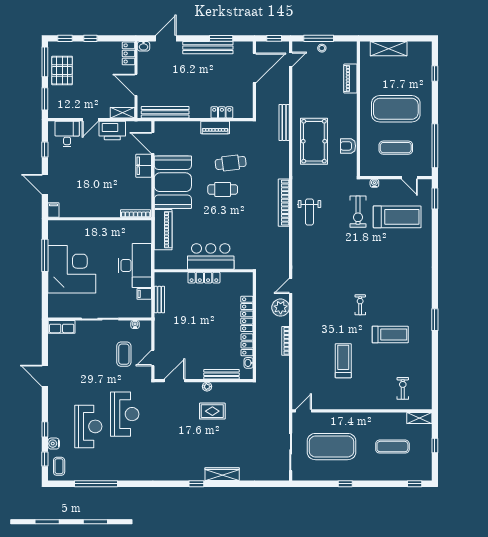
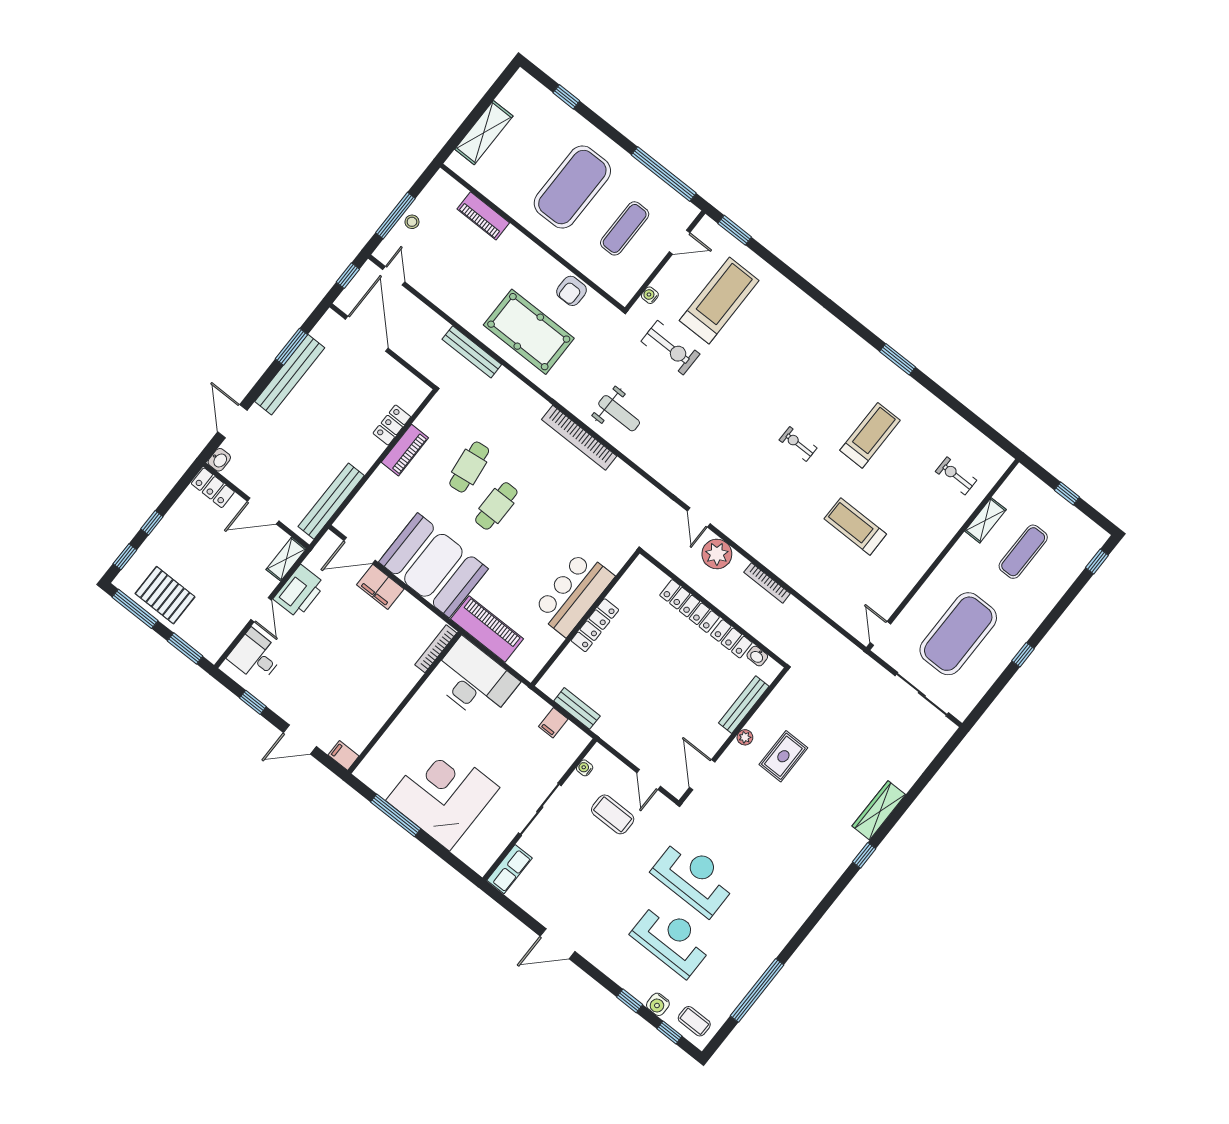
desk: (135, 265) -> (474, 680), moved
shelving: (419, 418) -> (985, 520), moved

